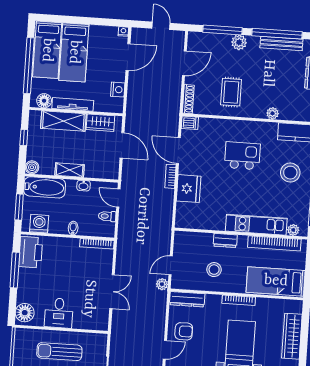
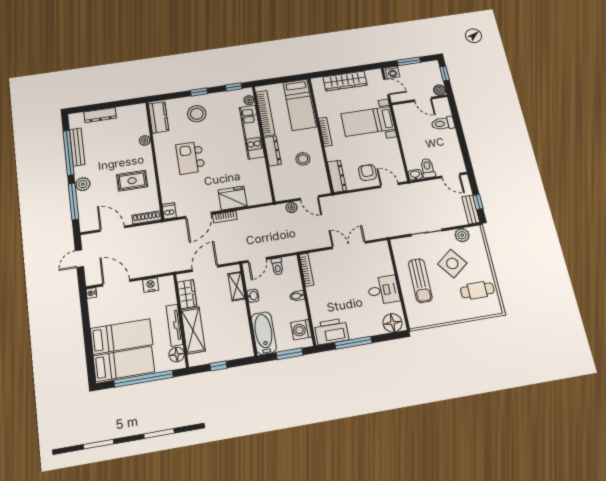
boiler: (32, 167) -> (247, 350), removed
shelving: (70, 170) -> (236, 286), moved
dresser: (225, 240) -> (273, 151), width x1.44
plant: (162, 284) -> (292, 207), moved

